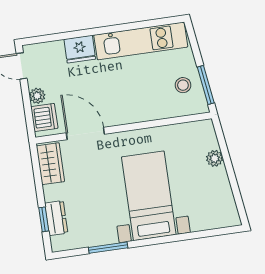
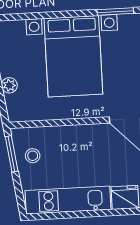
bed with nightstands: (149, 196) -> (73, 56), width x1.36

